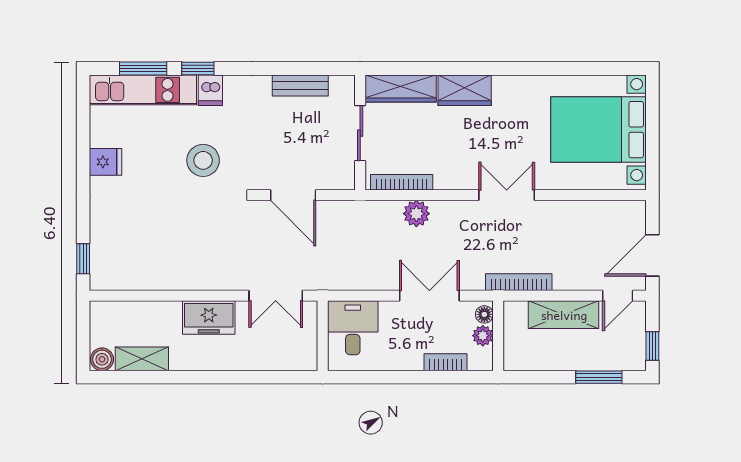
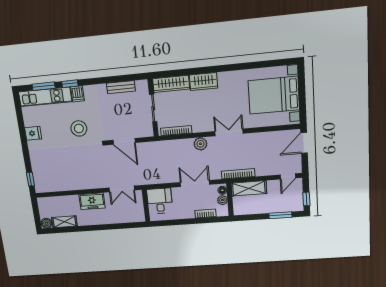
plant: (416, 214) -> (200, 144), moved
door: (652, 255) -> (304, 143), moved
shelving: (564, 315) -> (249, 188), moved

